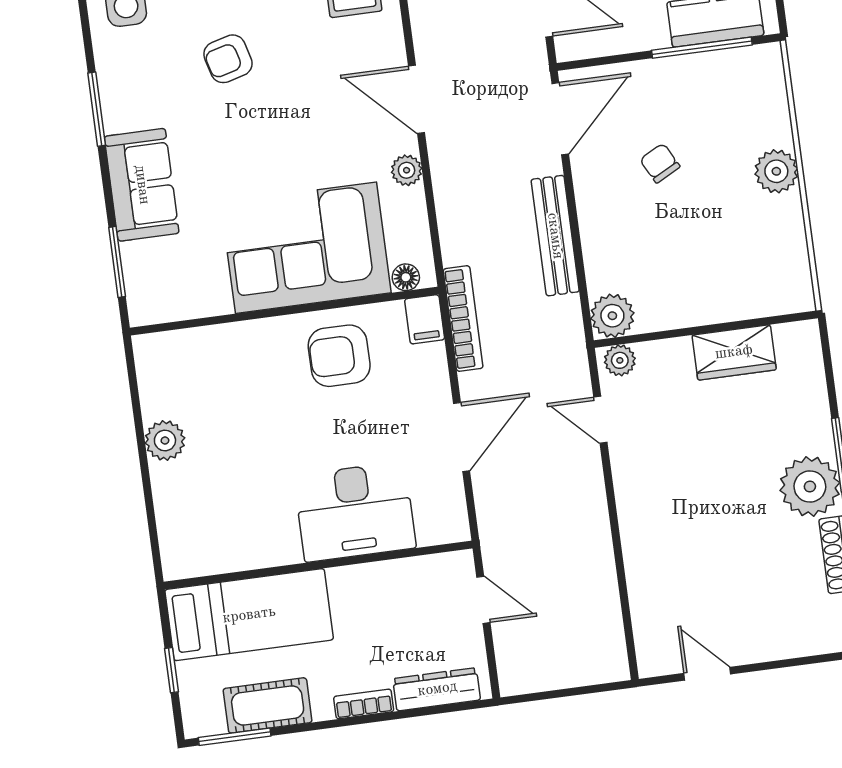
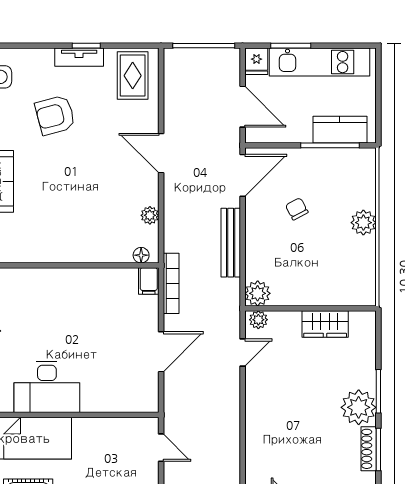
armchair: (228, 59) -> (55, 115), width x1.38, depth x1.38
plant: (407, 170) -> (150, 215), moved
corner sofa: (306, 248) -> (86, 230), removed
armchair: (339, 356) -> (96, 295), removed
door: (600, 420) -> (243, 353), swing flipped
desk: (355, 512) -> (47, 387), moved

